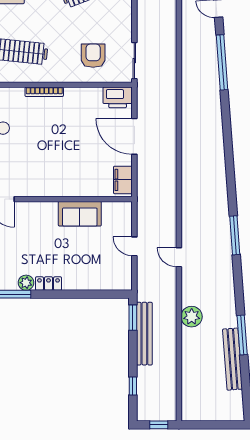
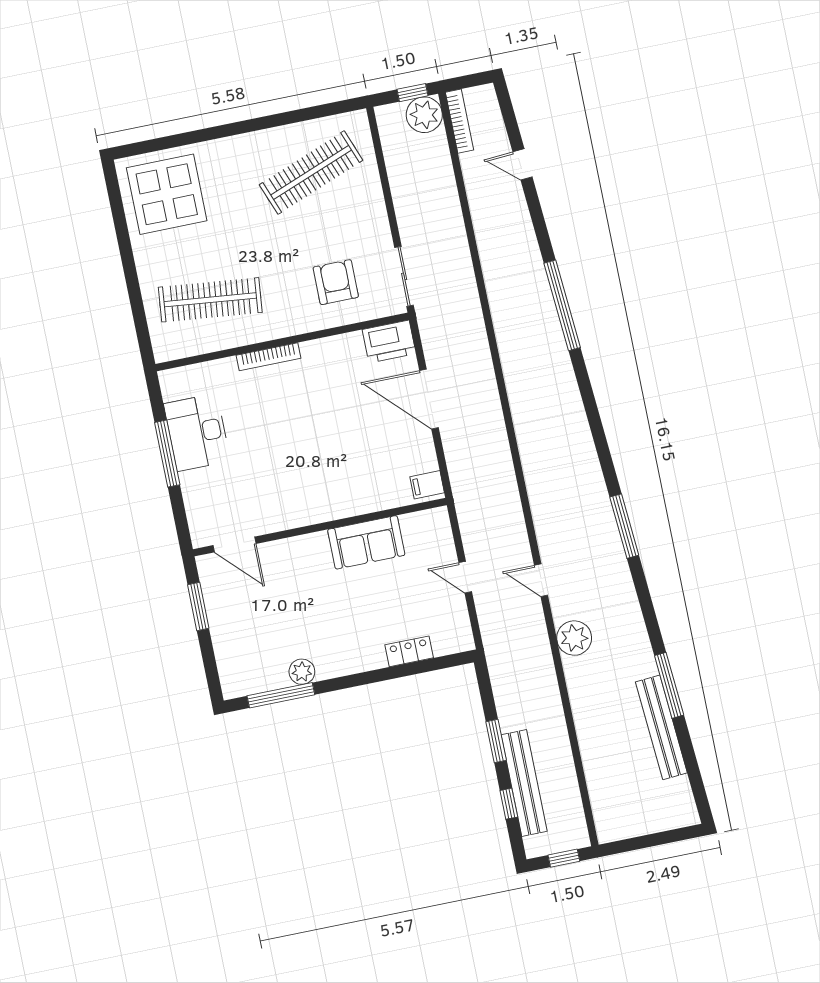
window: (222, 62) -> (562, 305), moved
filing cabinet: (123, 180) -> (427, 485), width x0.50
locker: (48, 284) -> (409, 651), moved
plant: (192, 317) -> (574, 638), moved
window: (133, 318) -> (496, 741), moved
bench: (144, 334) -> (524, 783), moved

